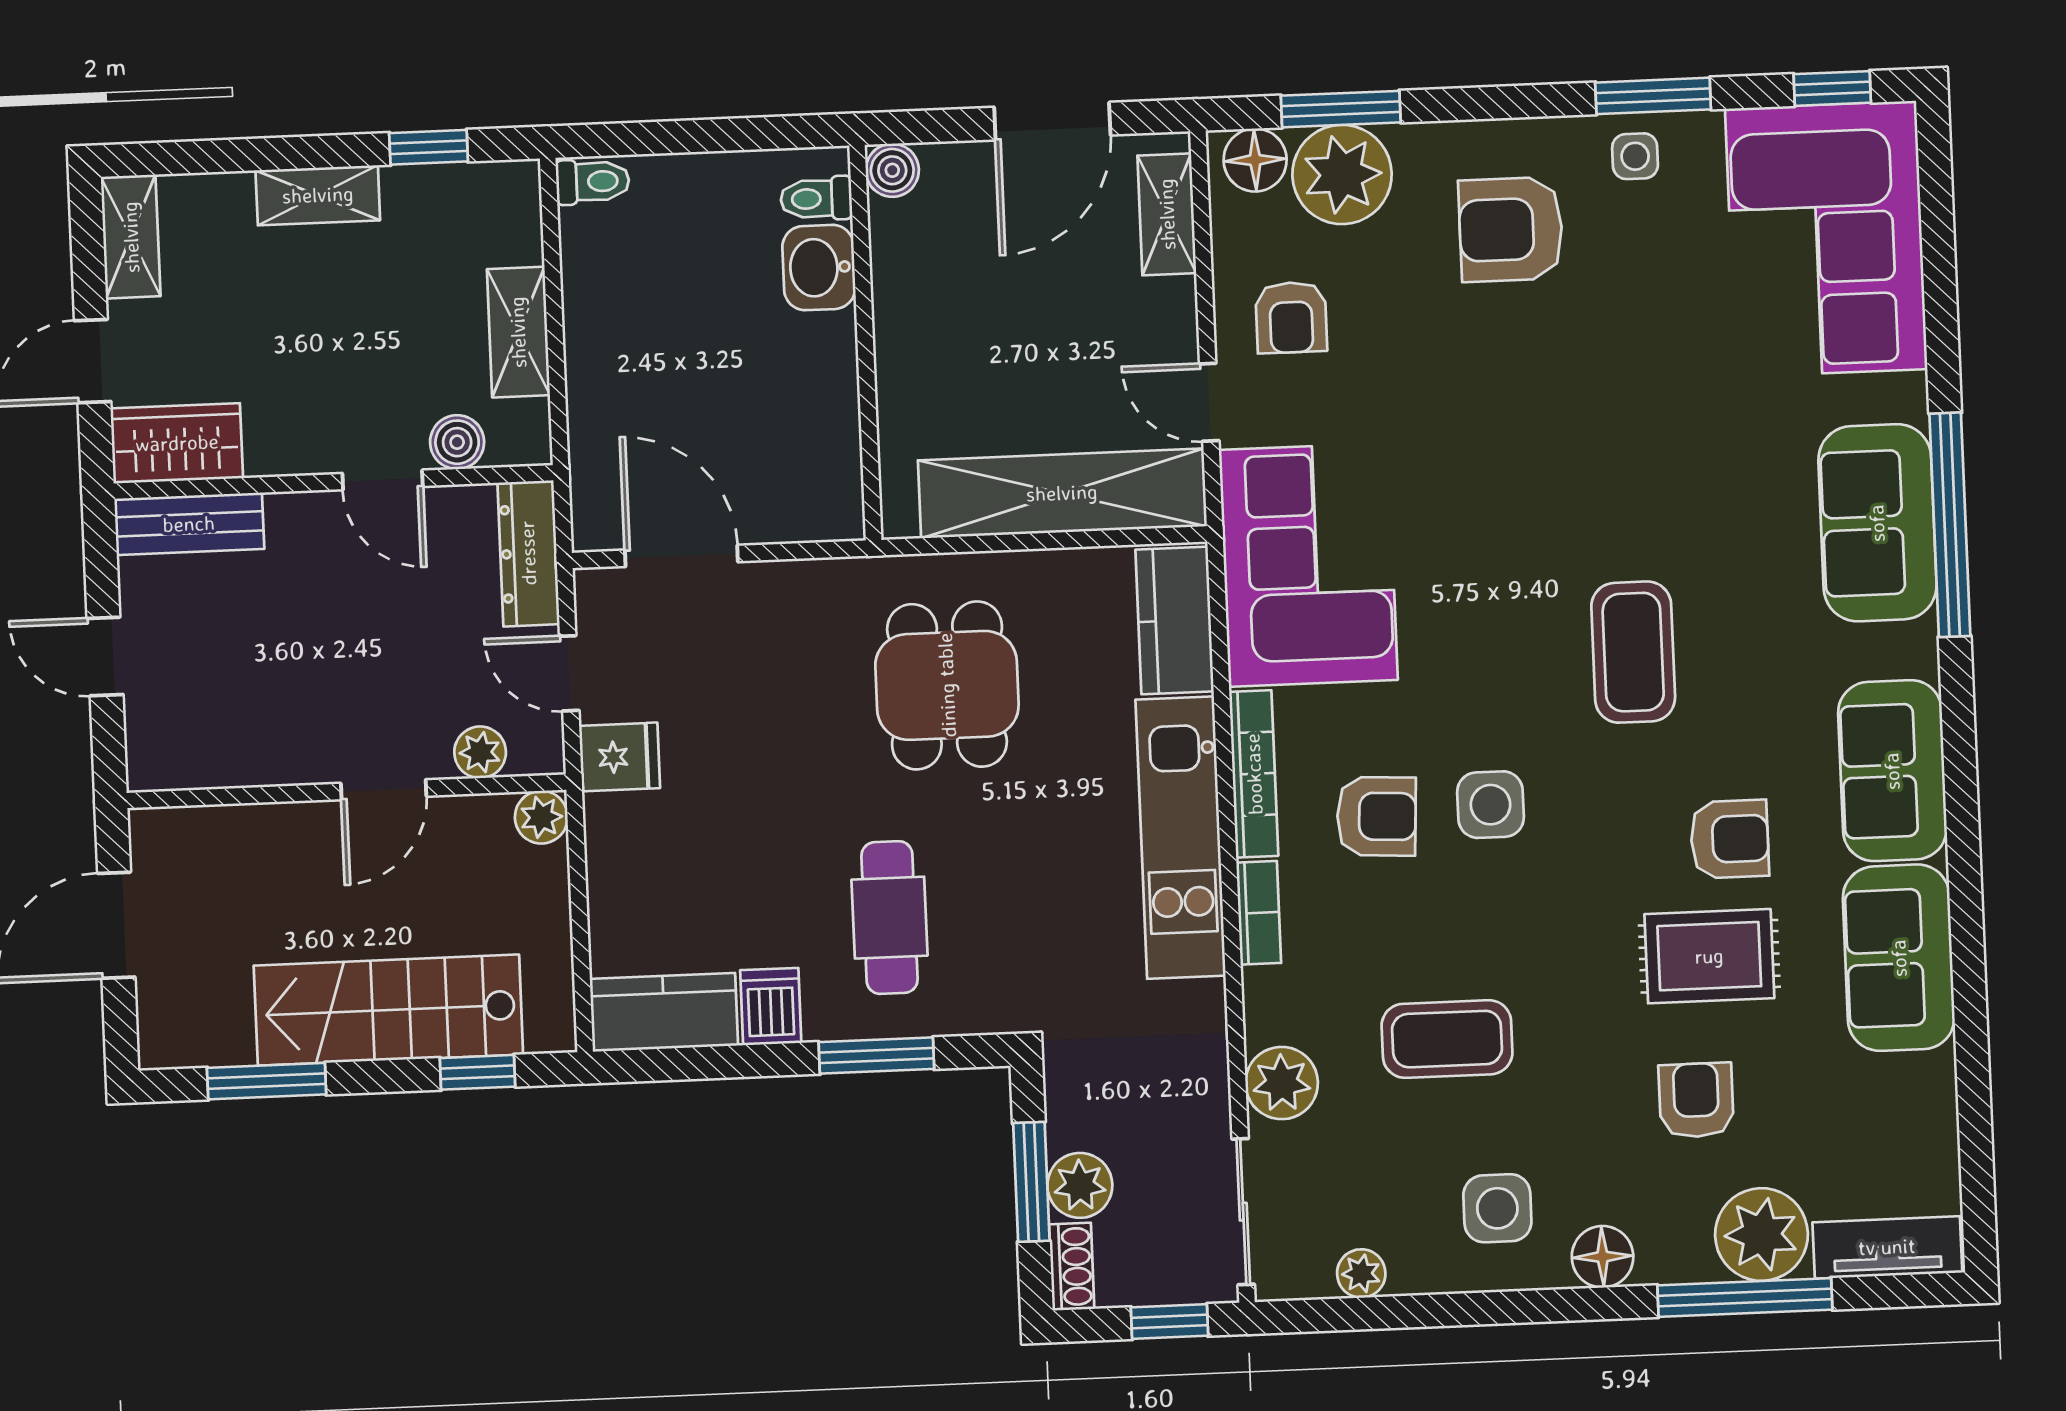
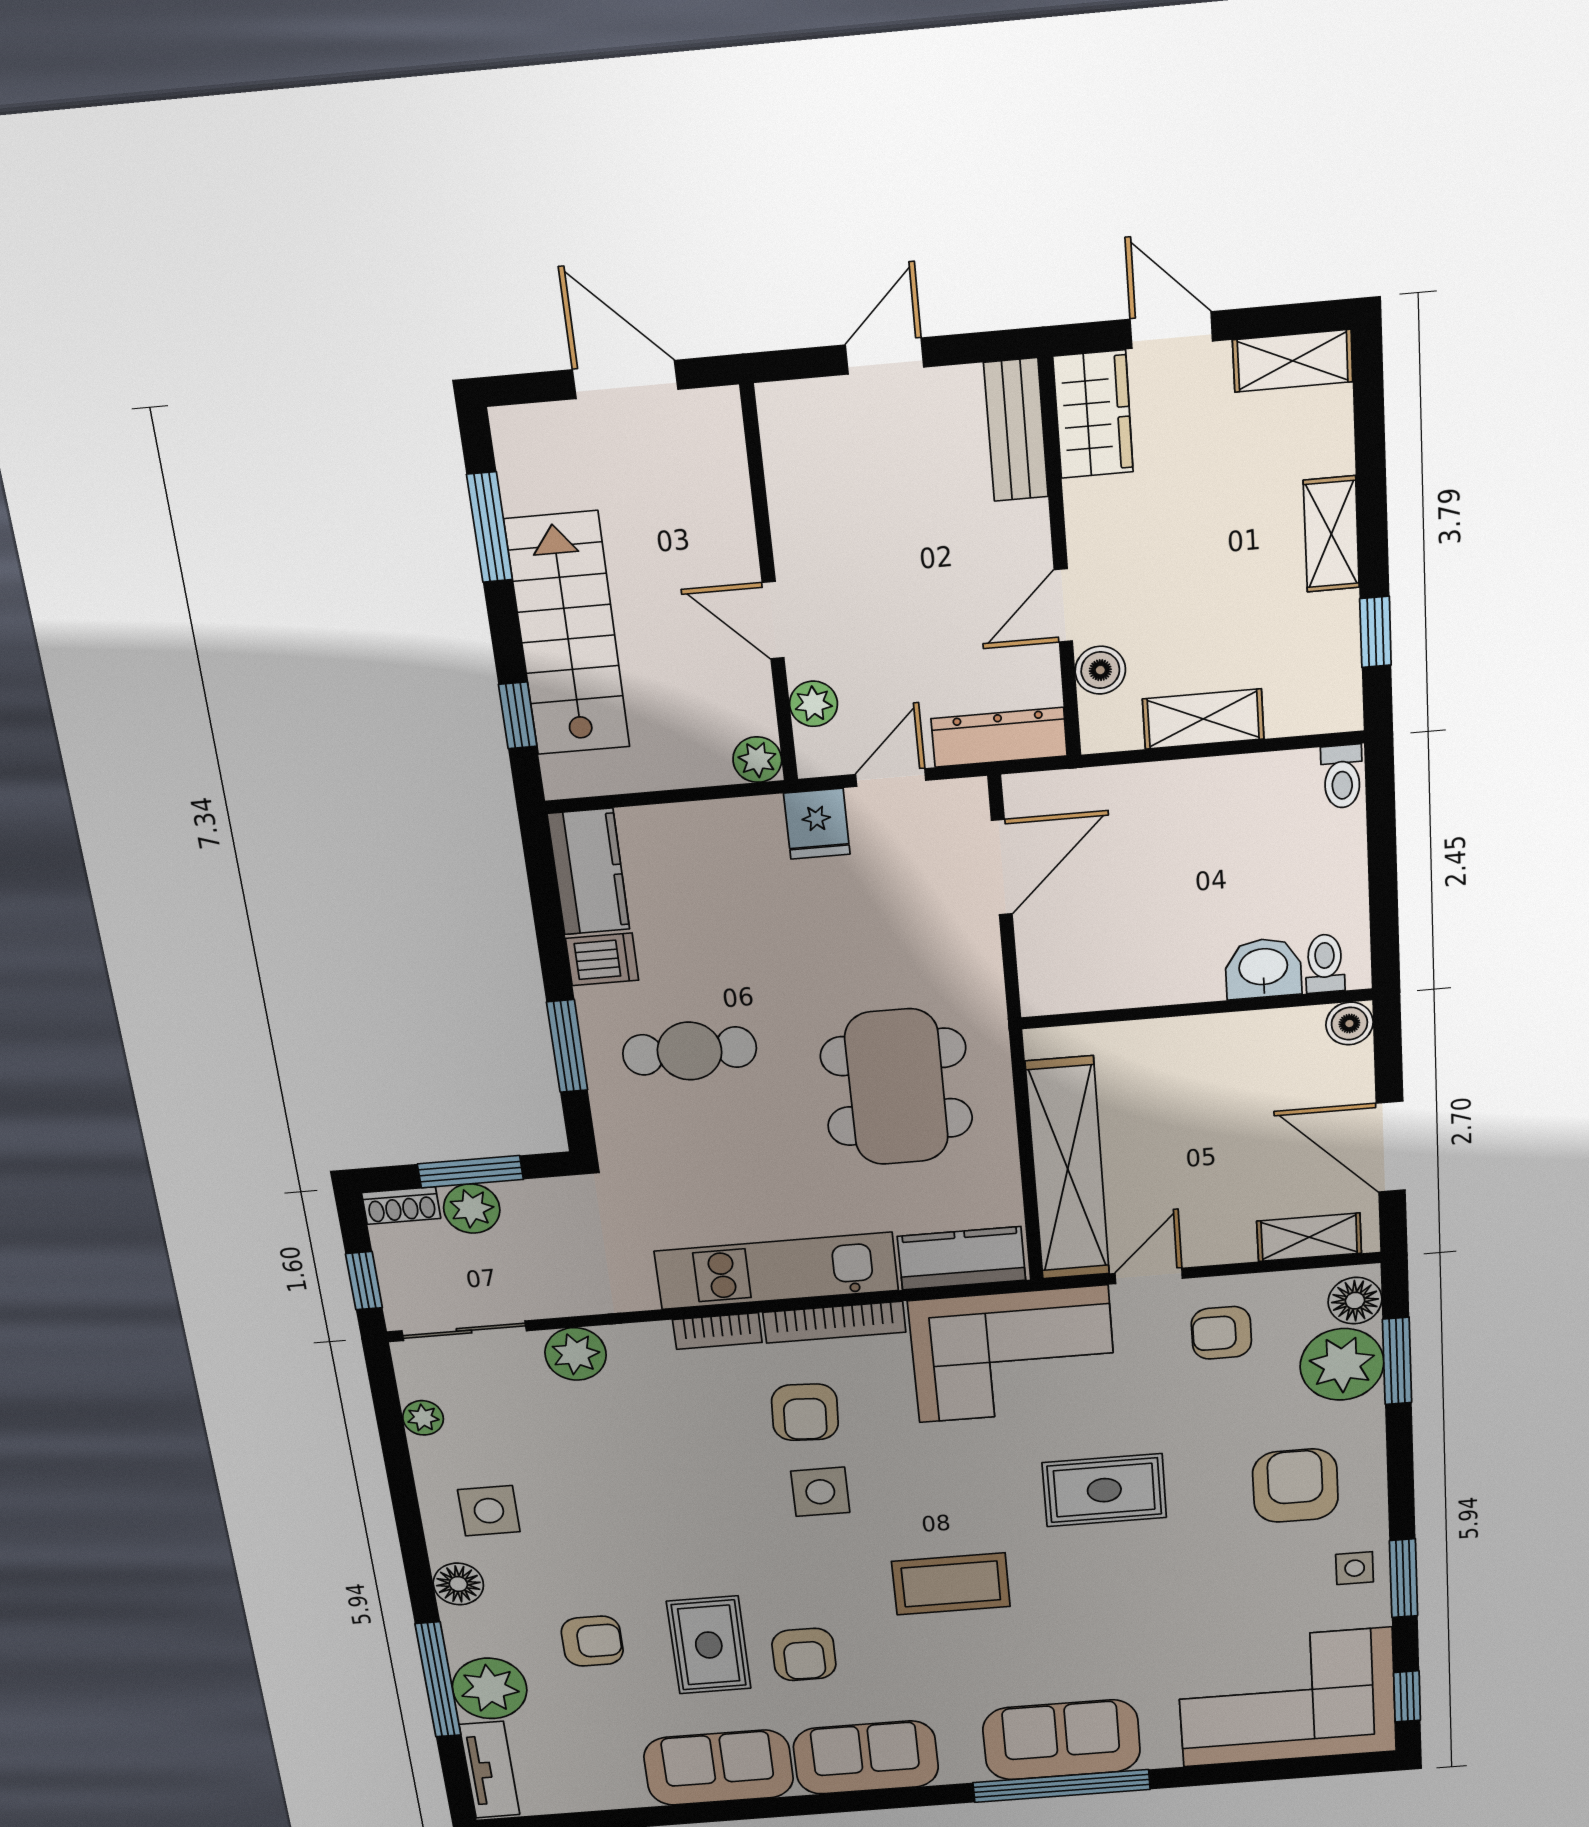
rug: (1506, 461) -> (1104, 1490), added
dining table: (947, 685) -> (897, 1087), width x1.37
coffee table: (1447, 1039) -> (624, 1470), removed

